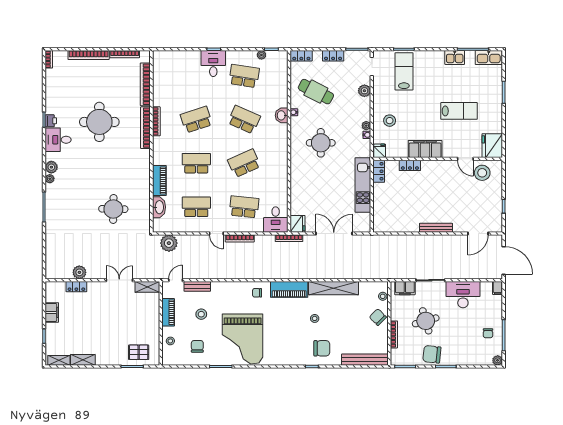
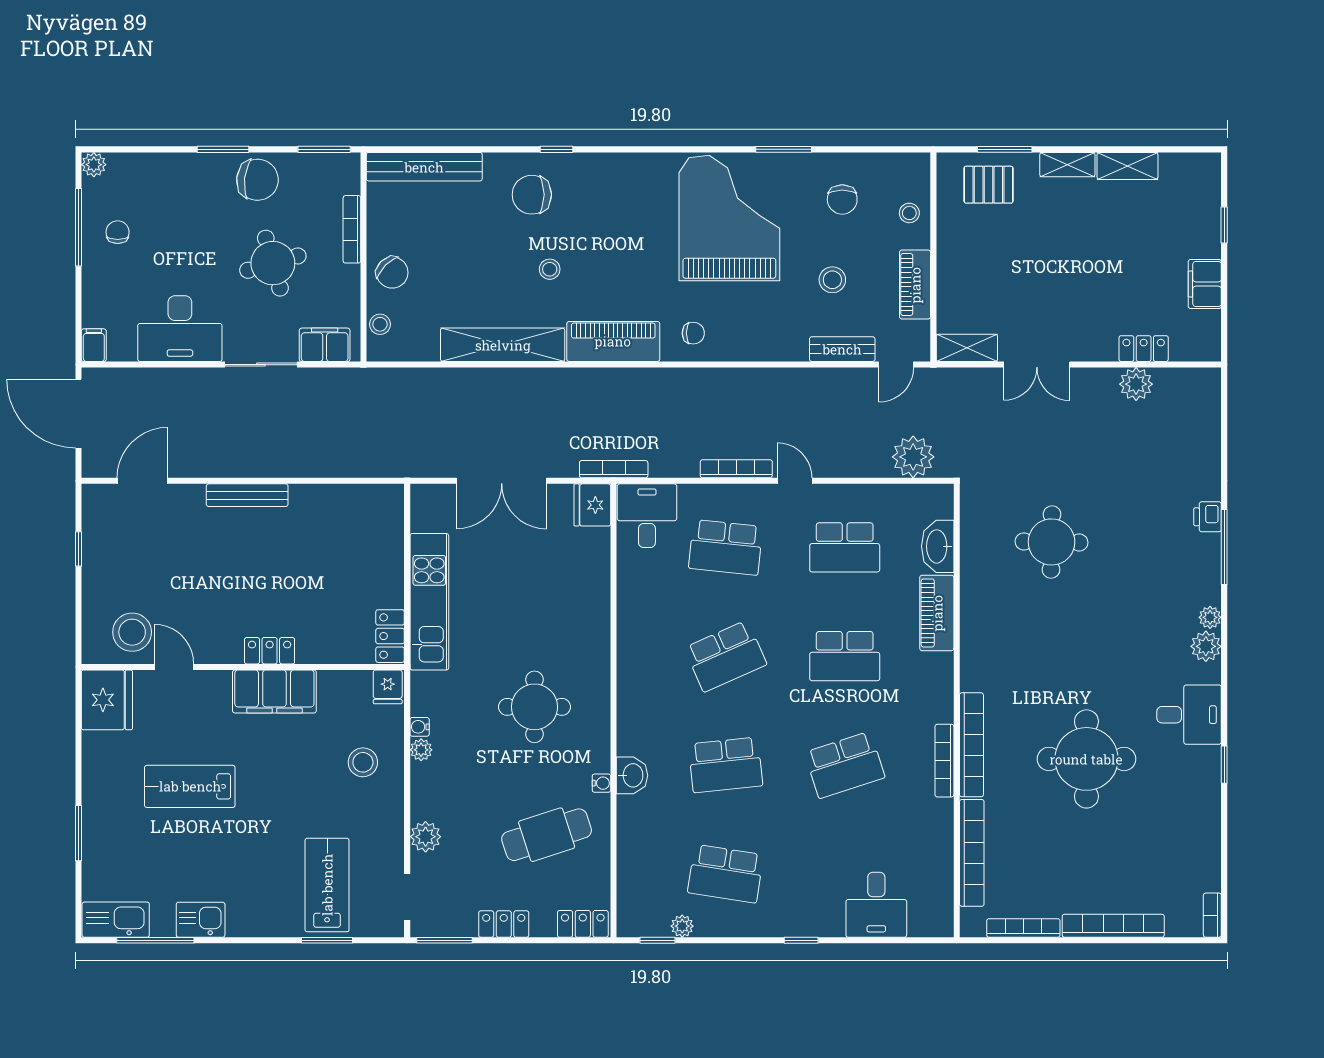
desk: (213, 63) -> (876, 905), moved
lab bench: (404, 71) -> (327, 885), turned 180
cafe table: (316, 92) -> (547, 835), turned -45
school desk: (244, 120) -> (726, 765), turned -30
printer: (51, 121) -> (1208, 517), moved
locker: (410, 165) -> (270, 651), moved
shelving: (59, 360) -> (1067, 165), moved

